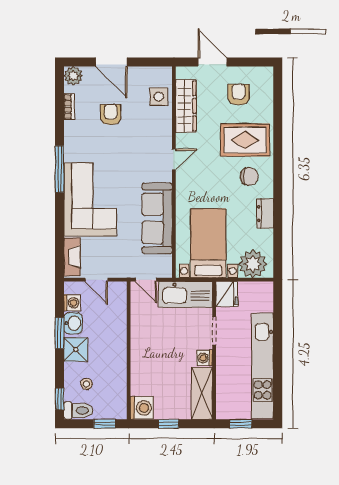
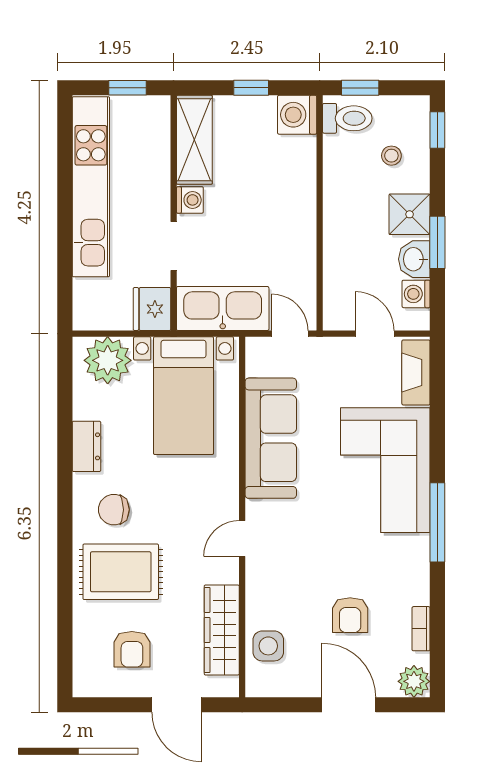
toilet: (78, 411) -> (347, 118), moved, turned 180

